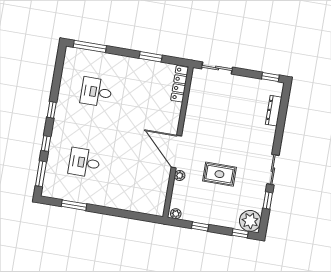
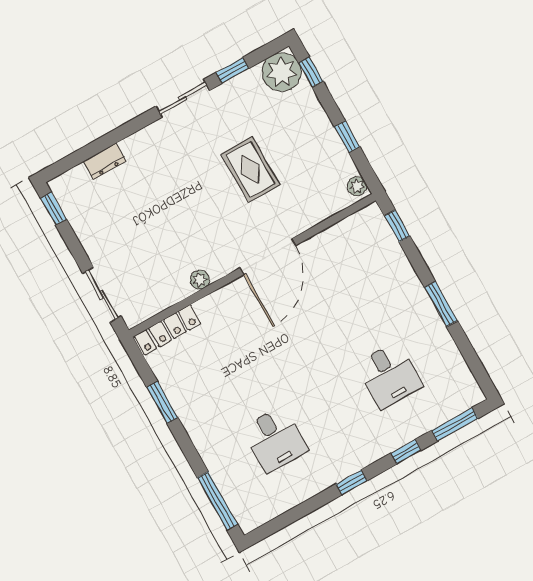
dresser: (274, 111) -> (105, 161), width x0.70
plant: (180, 176) -> (200, 280), moved
window: (74, 205) -> (441, 304), moved
window: (145, 217) -> (397, 226), added

